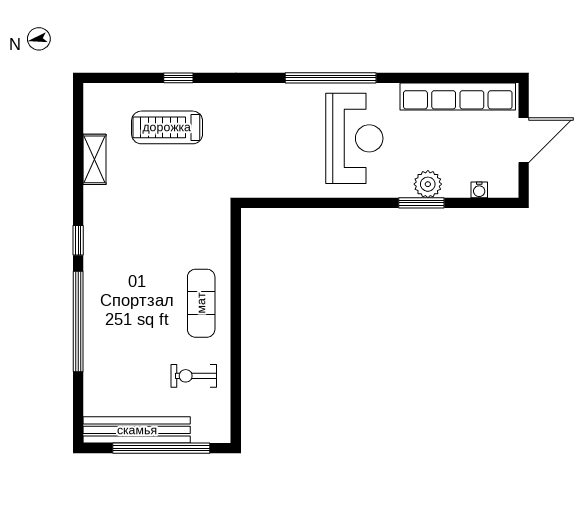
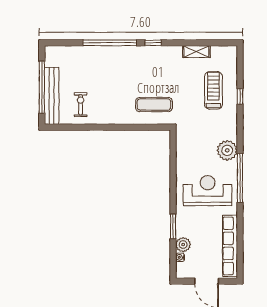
plant: (279, 102) -> (227, 150), added
reception desk: (354, 138) -> (208, 191), turned 180
plant: (428, 184) -> (183, 245), moved
exercise mat: (201, 303) -> (154, 105), moved
bench: (137, 430) -> (52, 96), moved

